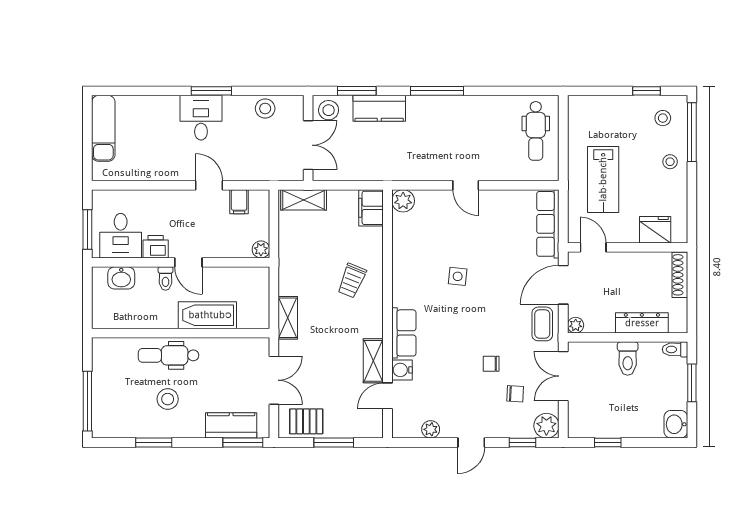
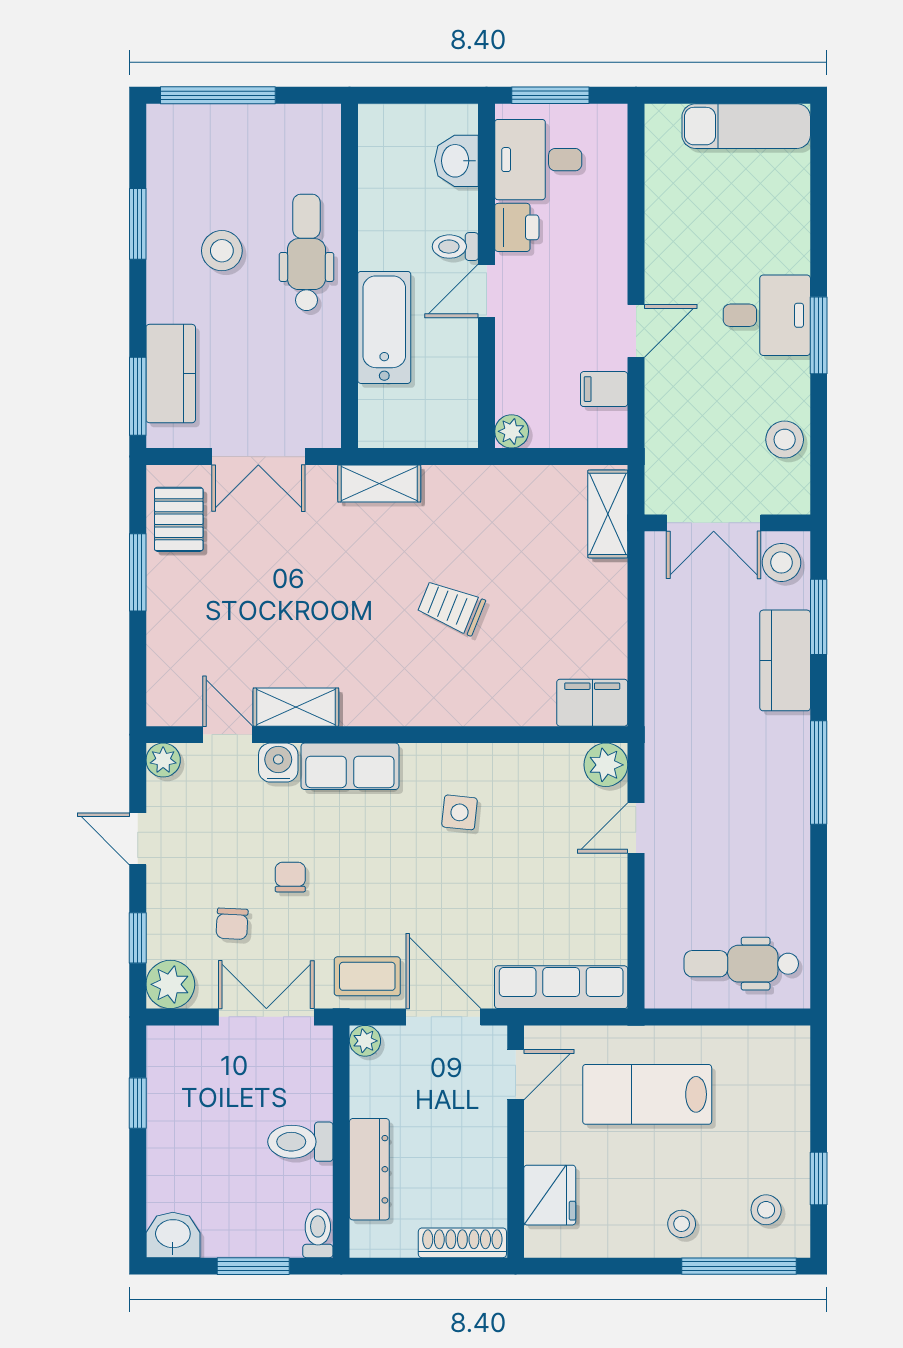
plant: (403, 201) -> (606, 765), moved
filing cabinet: (371, 208) -> (592, 703), moved
wall: (388, 314) -> (387, 735), moved
row of seats: (404, 333) -> (350, 766), moved
shelving: (373, 361) -> (296, 707), moved
water cooler: (402, 370) -> (278, 763), moved
door: (388, 396) -> (228, 735), moved

